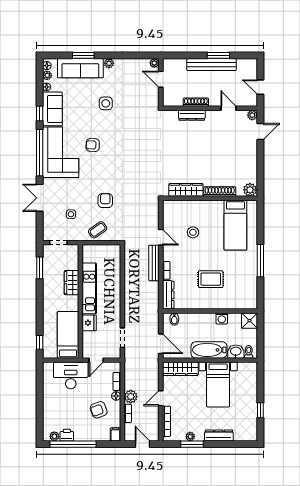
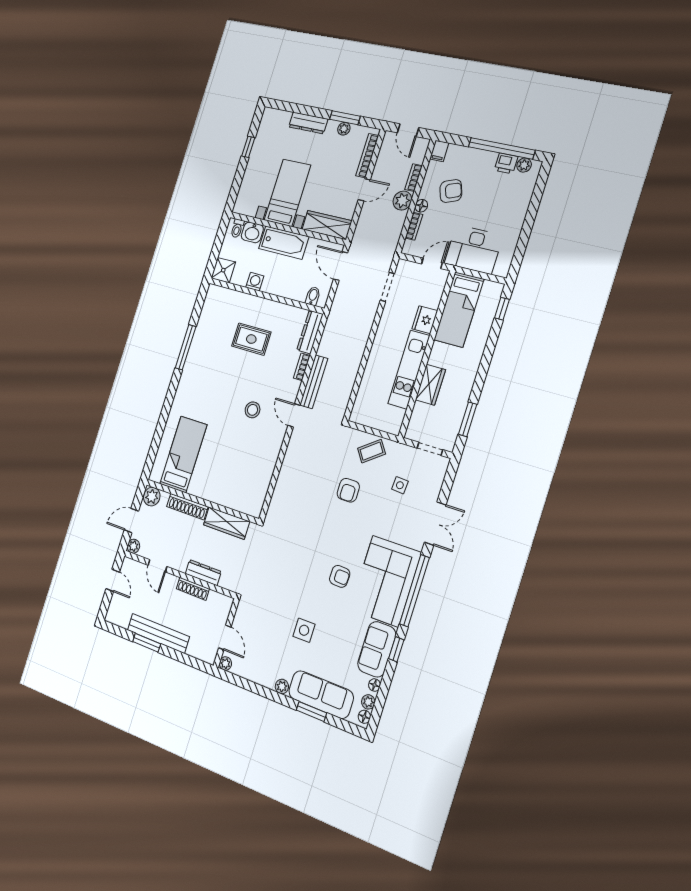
wardrobe: (186, 190) -> (226, 523), moved
plant: (250, 190) -> (152, 497), moved
shoe rack: (220, 191) -> (187, 507), moved
wall: (210, 198) -> (202, 501), moved
bed: (235, 225) -> (183, 454), moved

